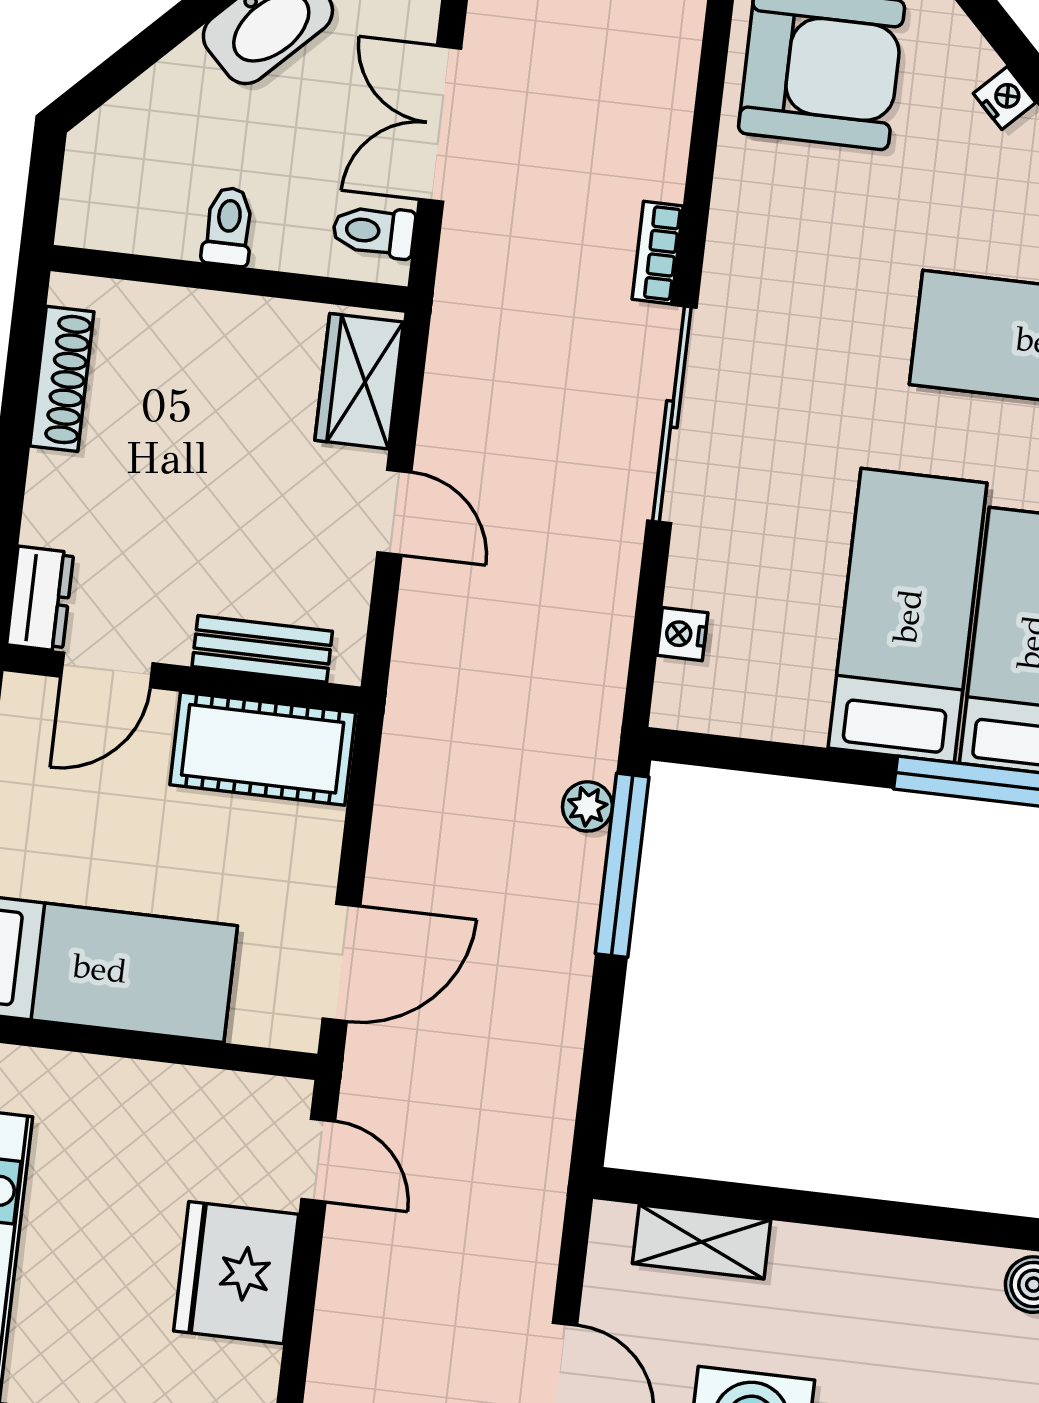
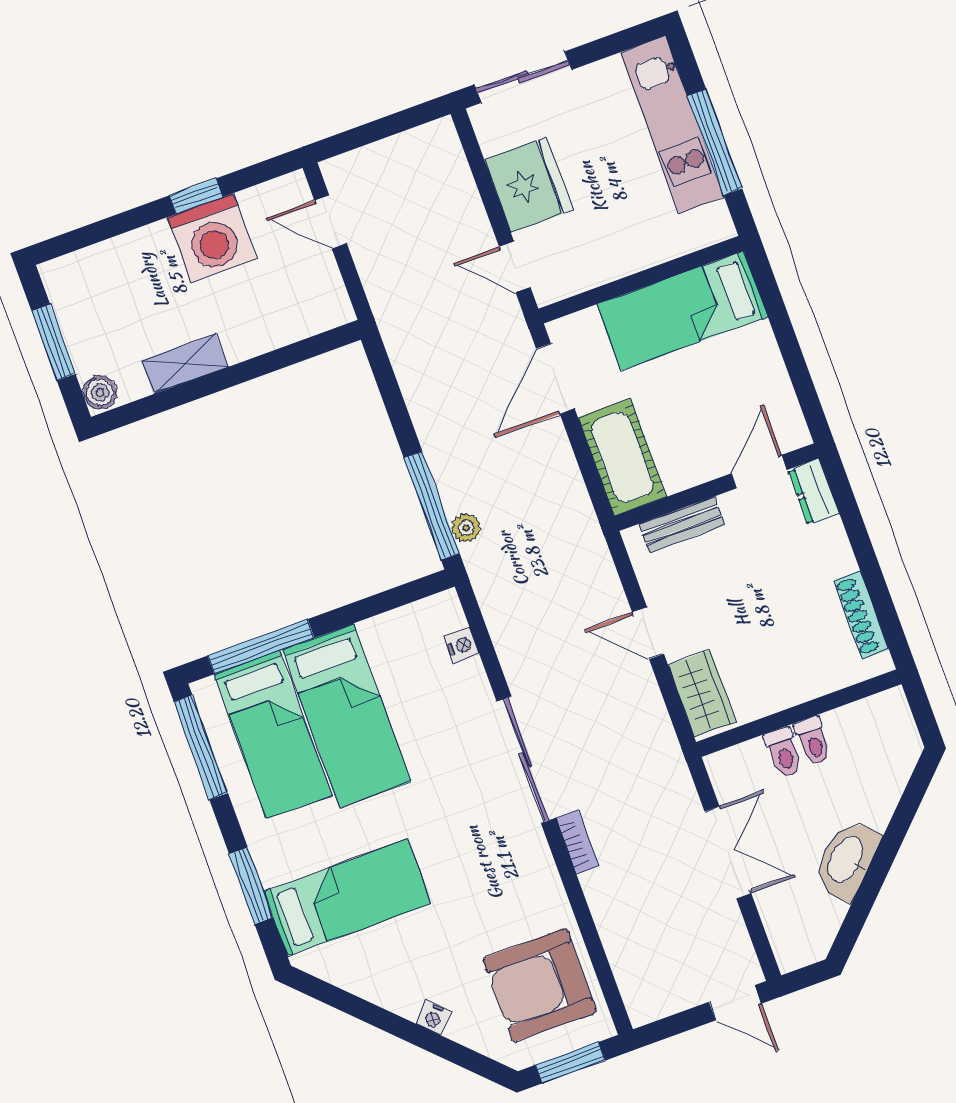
toilet: (374, 231) -> (784, 752), moved, turned 90
cot: (263, 749) -> (622, 457), moved, turned 90
shelving: (702, 1242) -> (185, 364), moved

